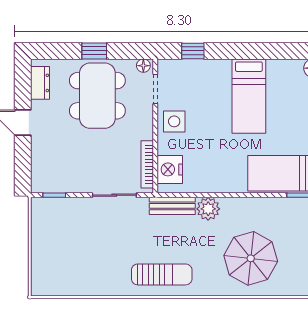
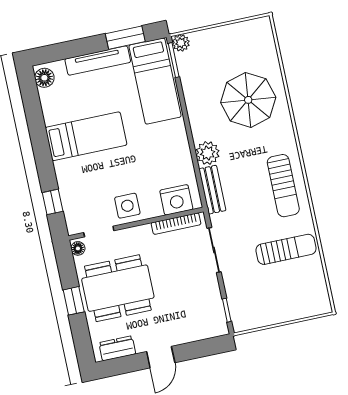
sun lounger: (100, 264) -> (286, 249), added
sun lounger: (162, 274) -> (283, 186), turned 180

